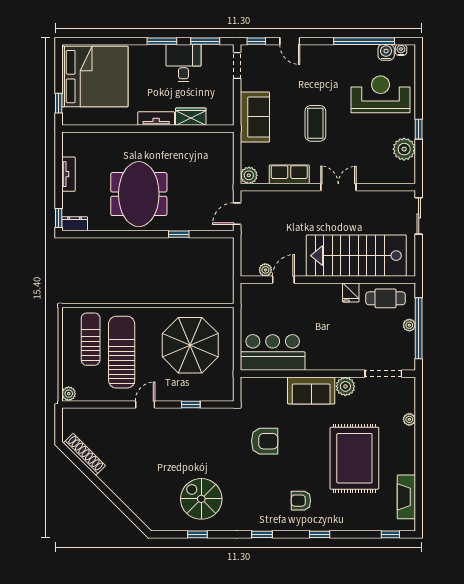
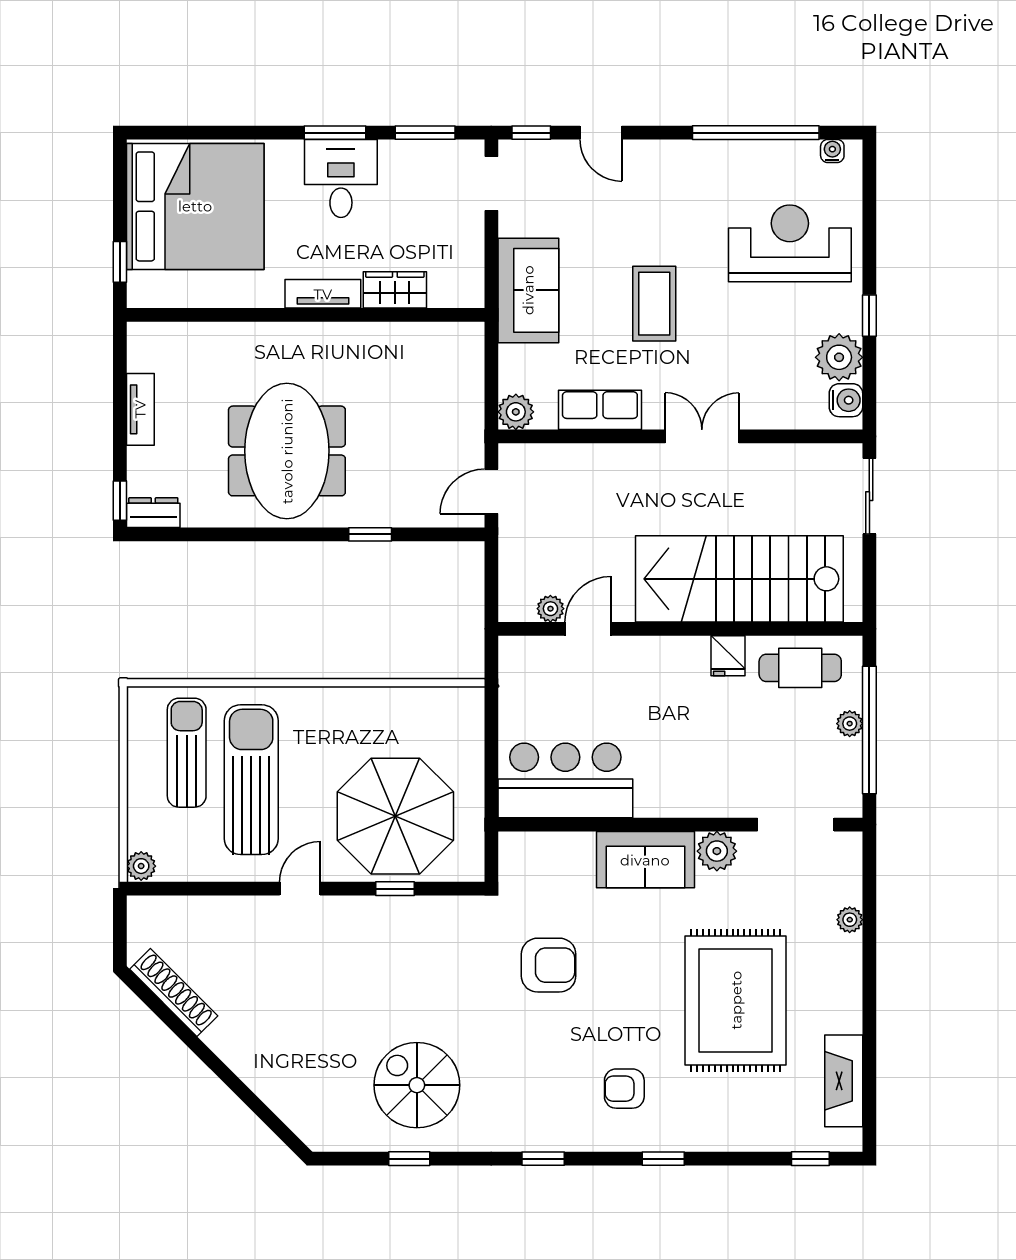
water cooler: (386, 52) -> (846, 400), moved, turned 90
desk: (183, 63) -> (341, 178), moved
parasol: (190, 345) -> (395, 816), moved

